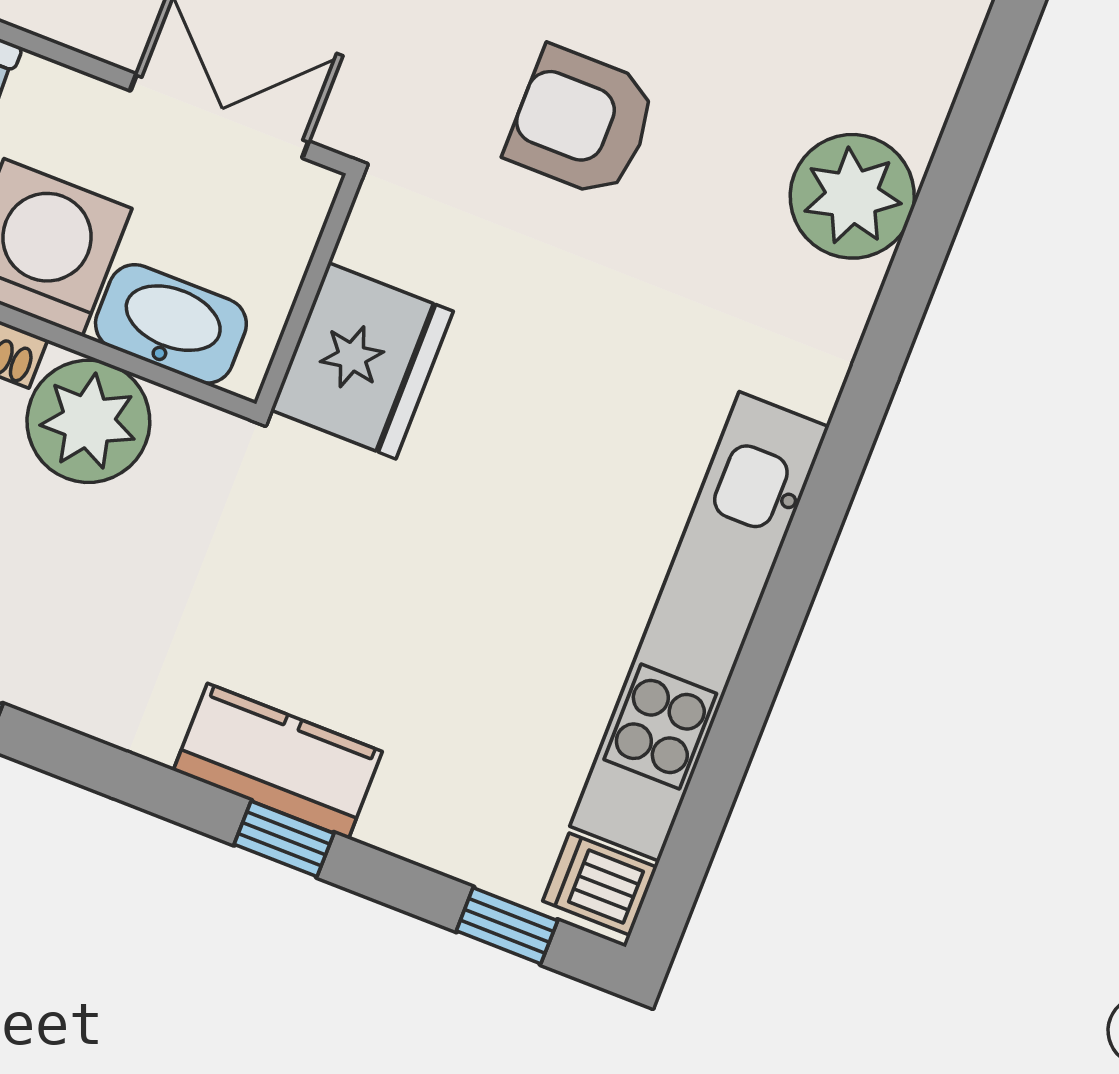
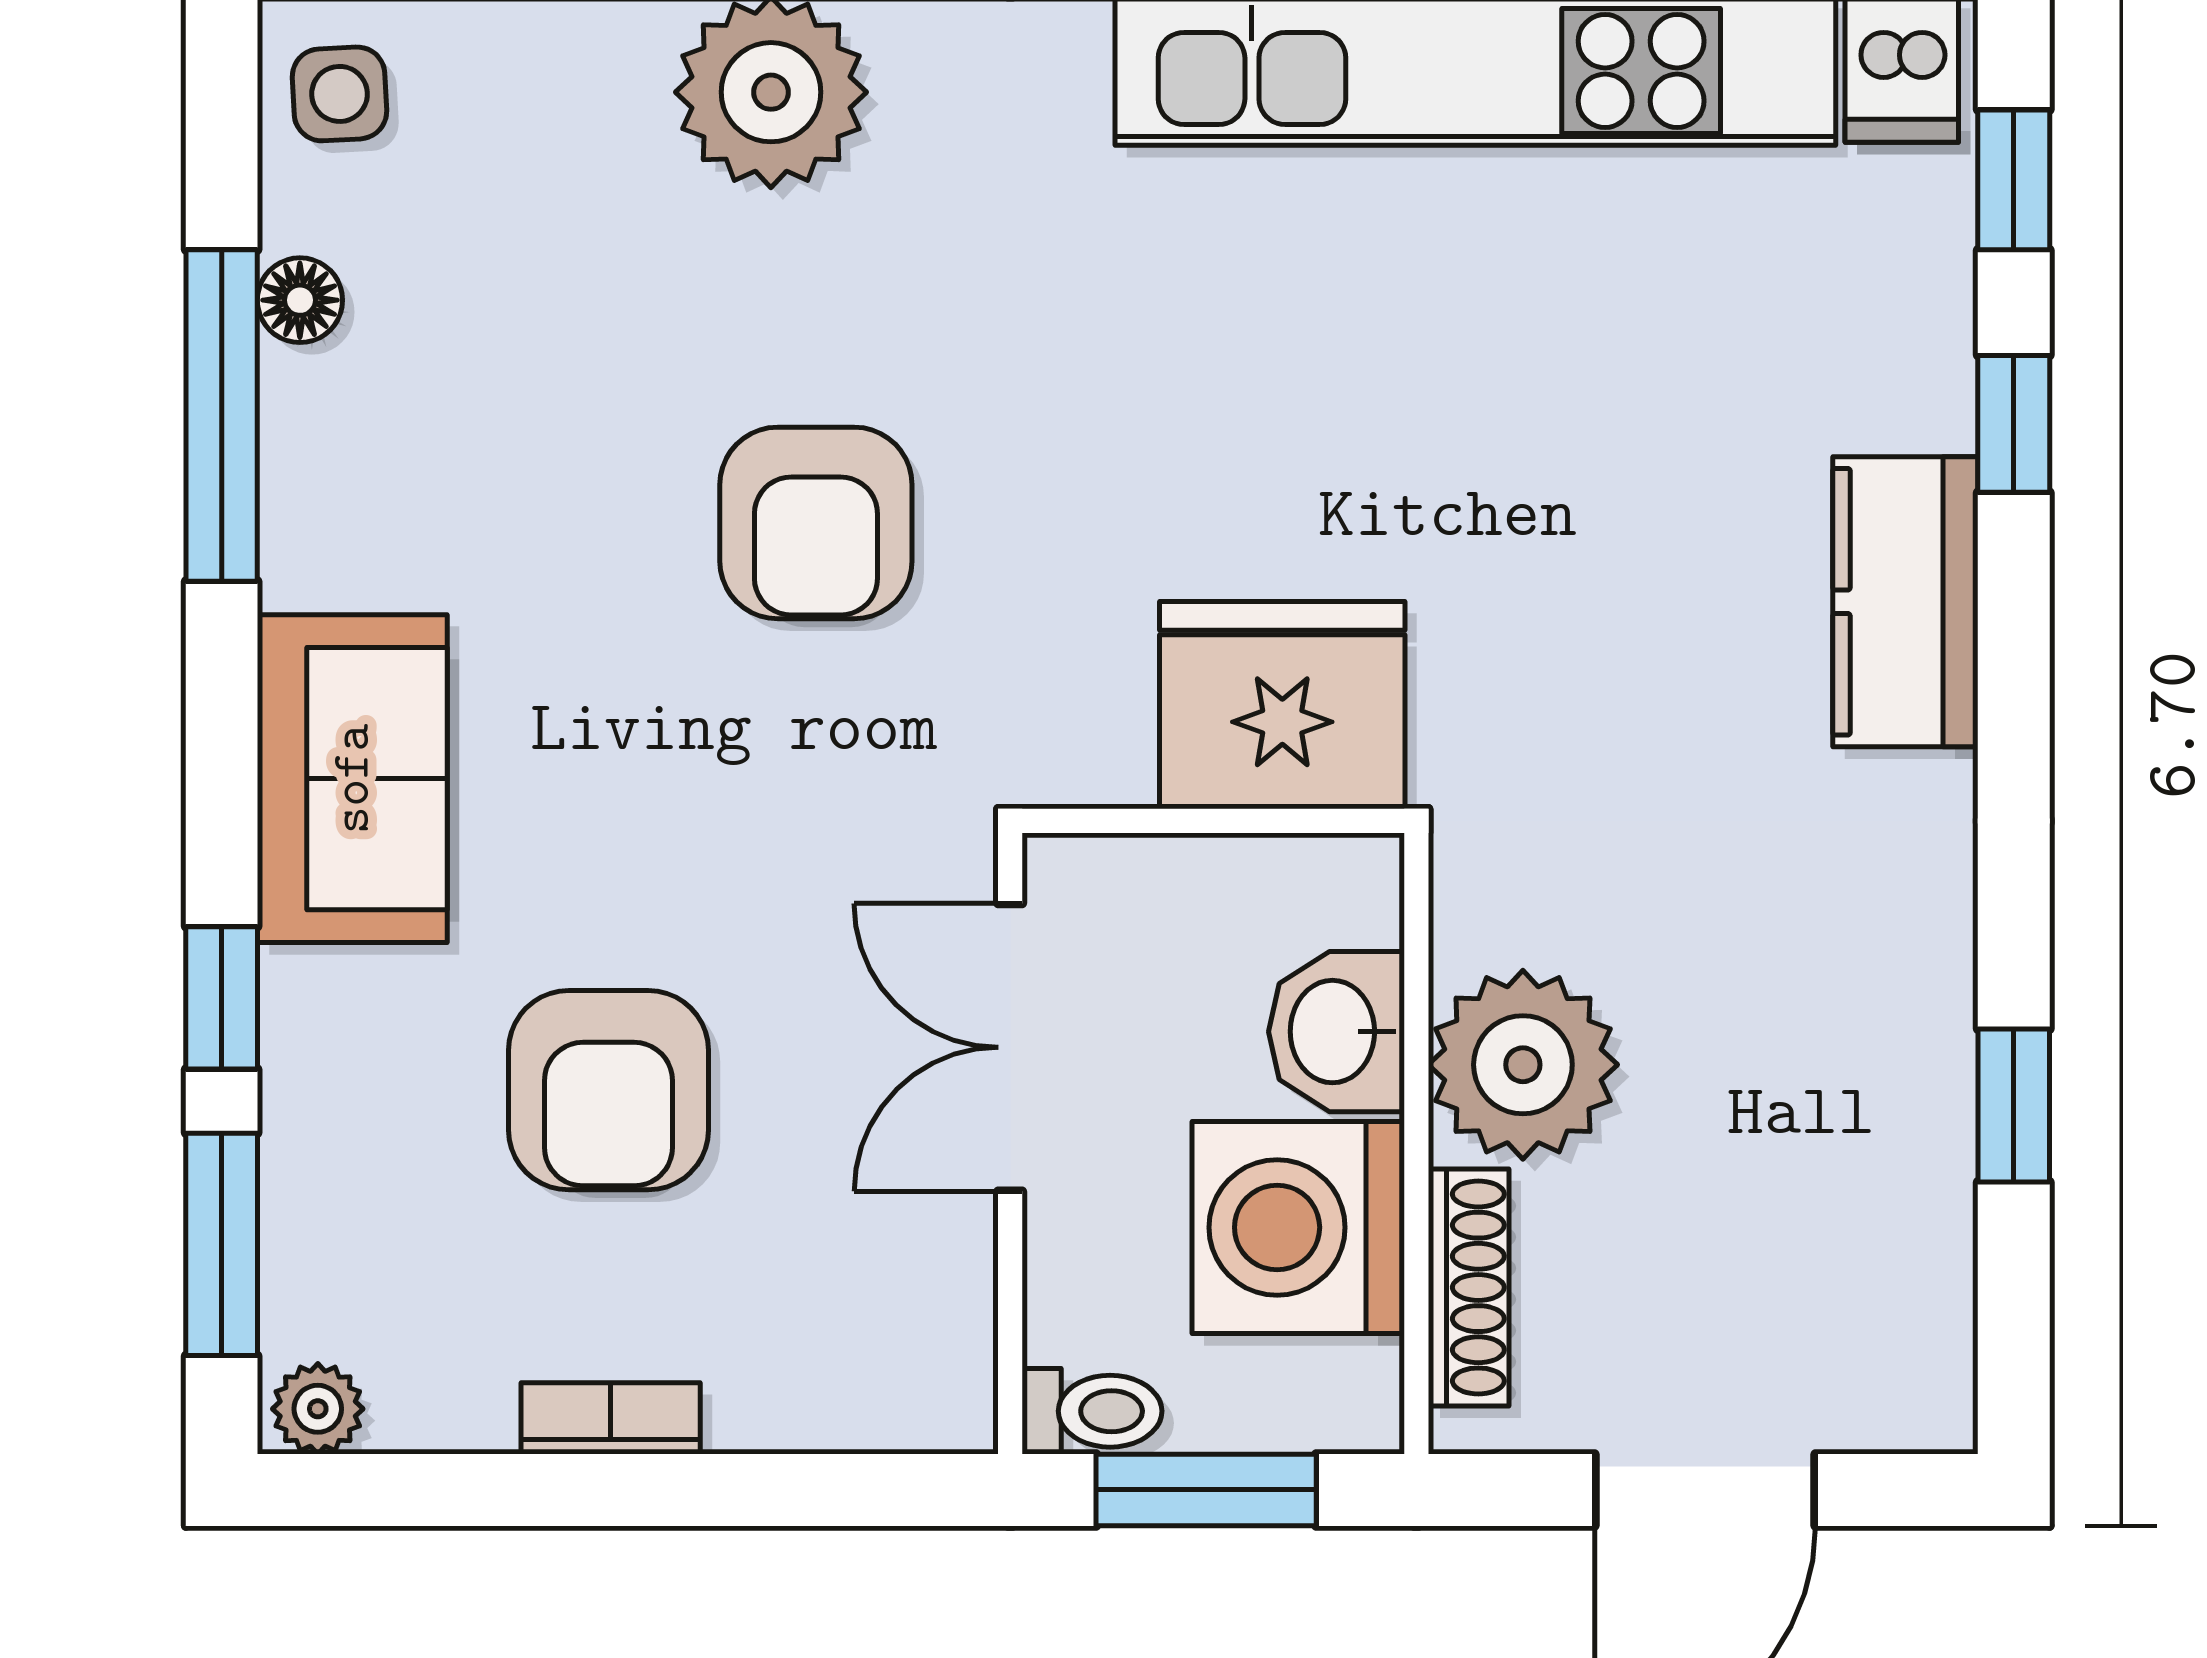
washbasin: (171, 324) -> (1336, 1032), width x0.72
window: (284, 839) -> (2014, 424), moved

